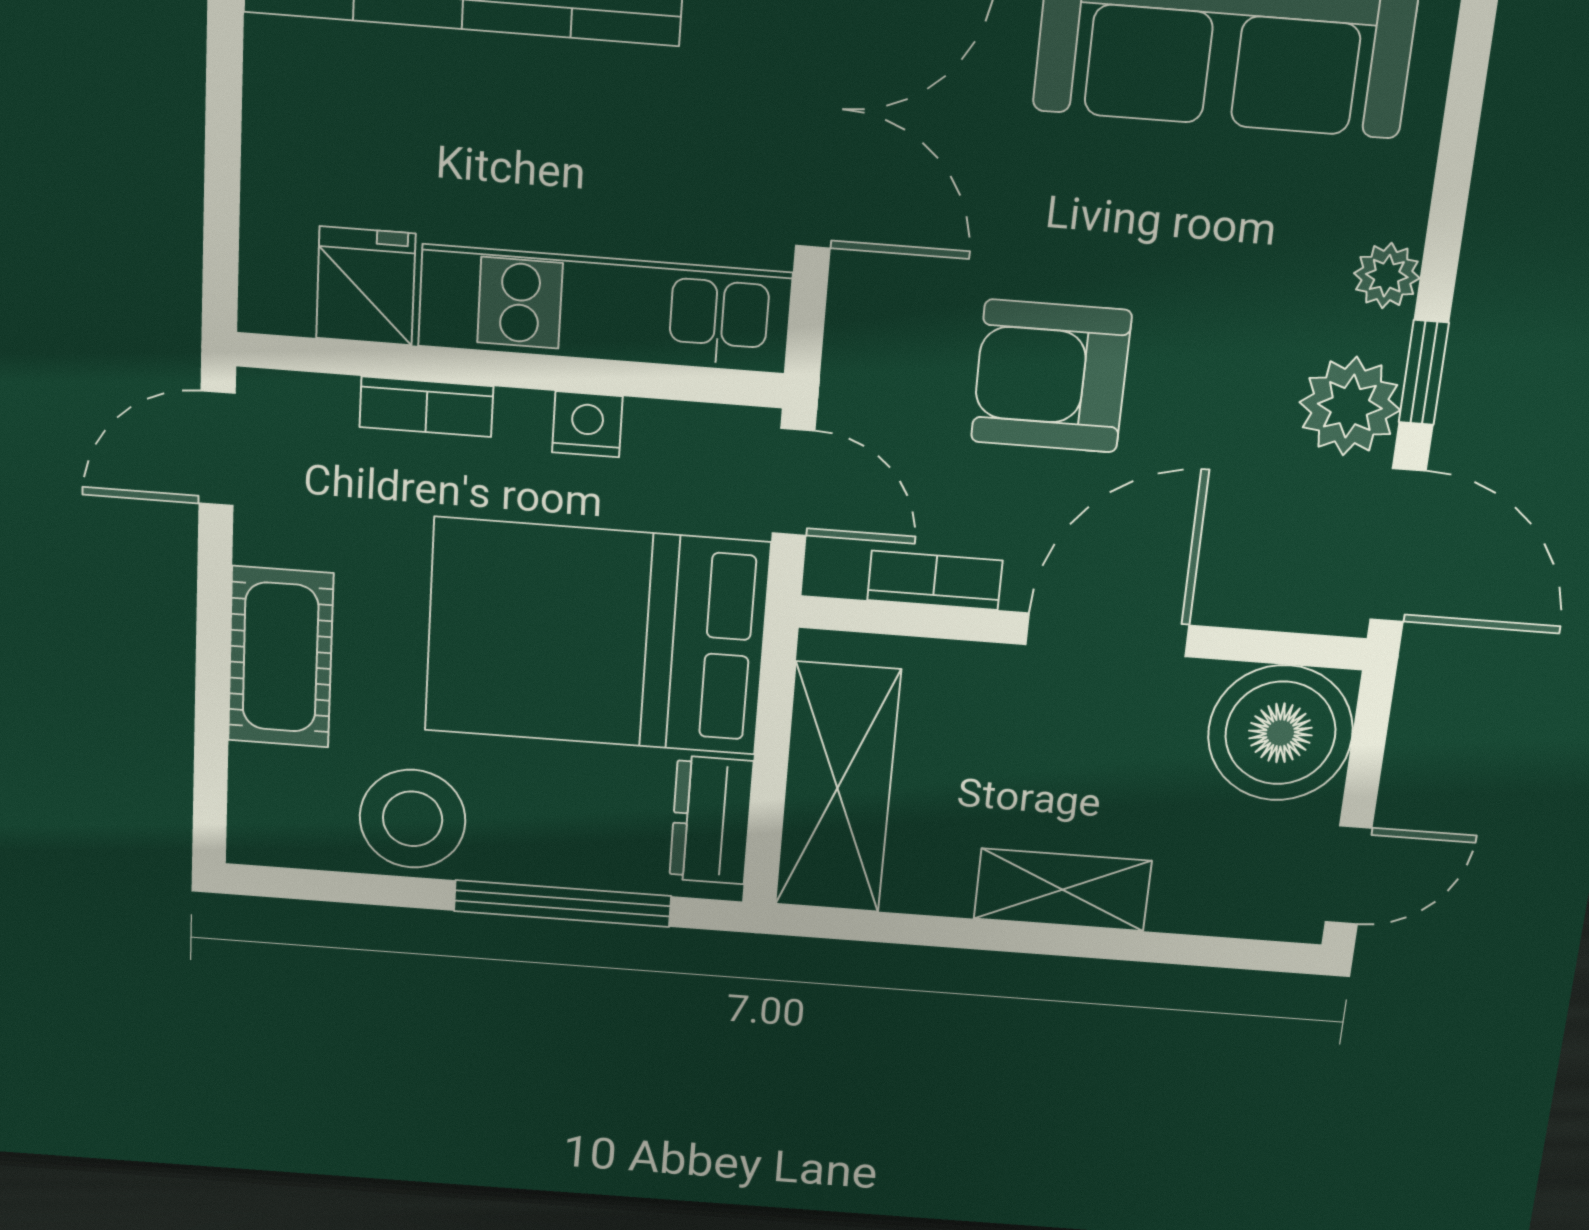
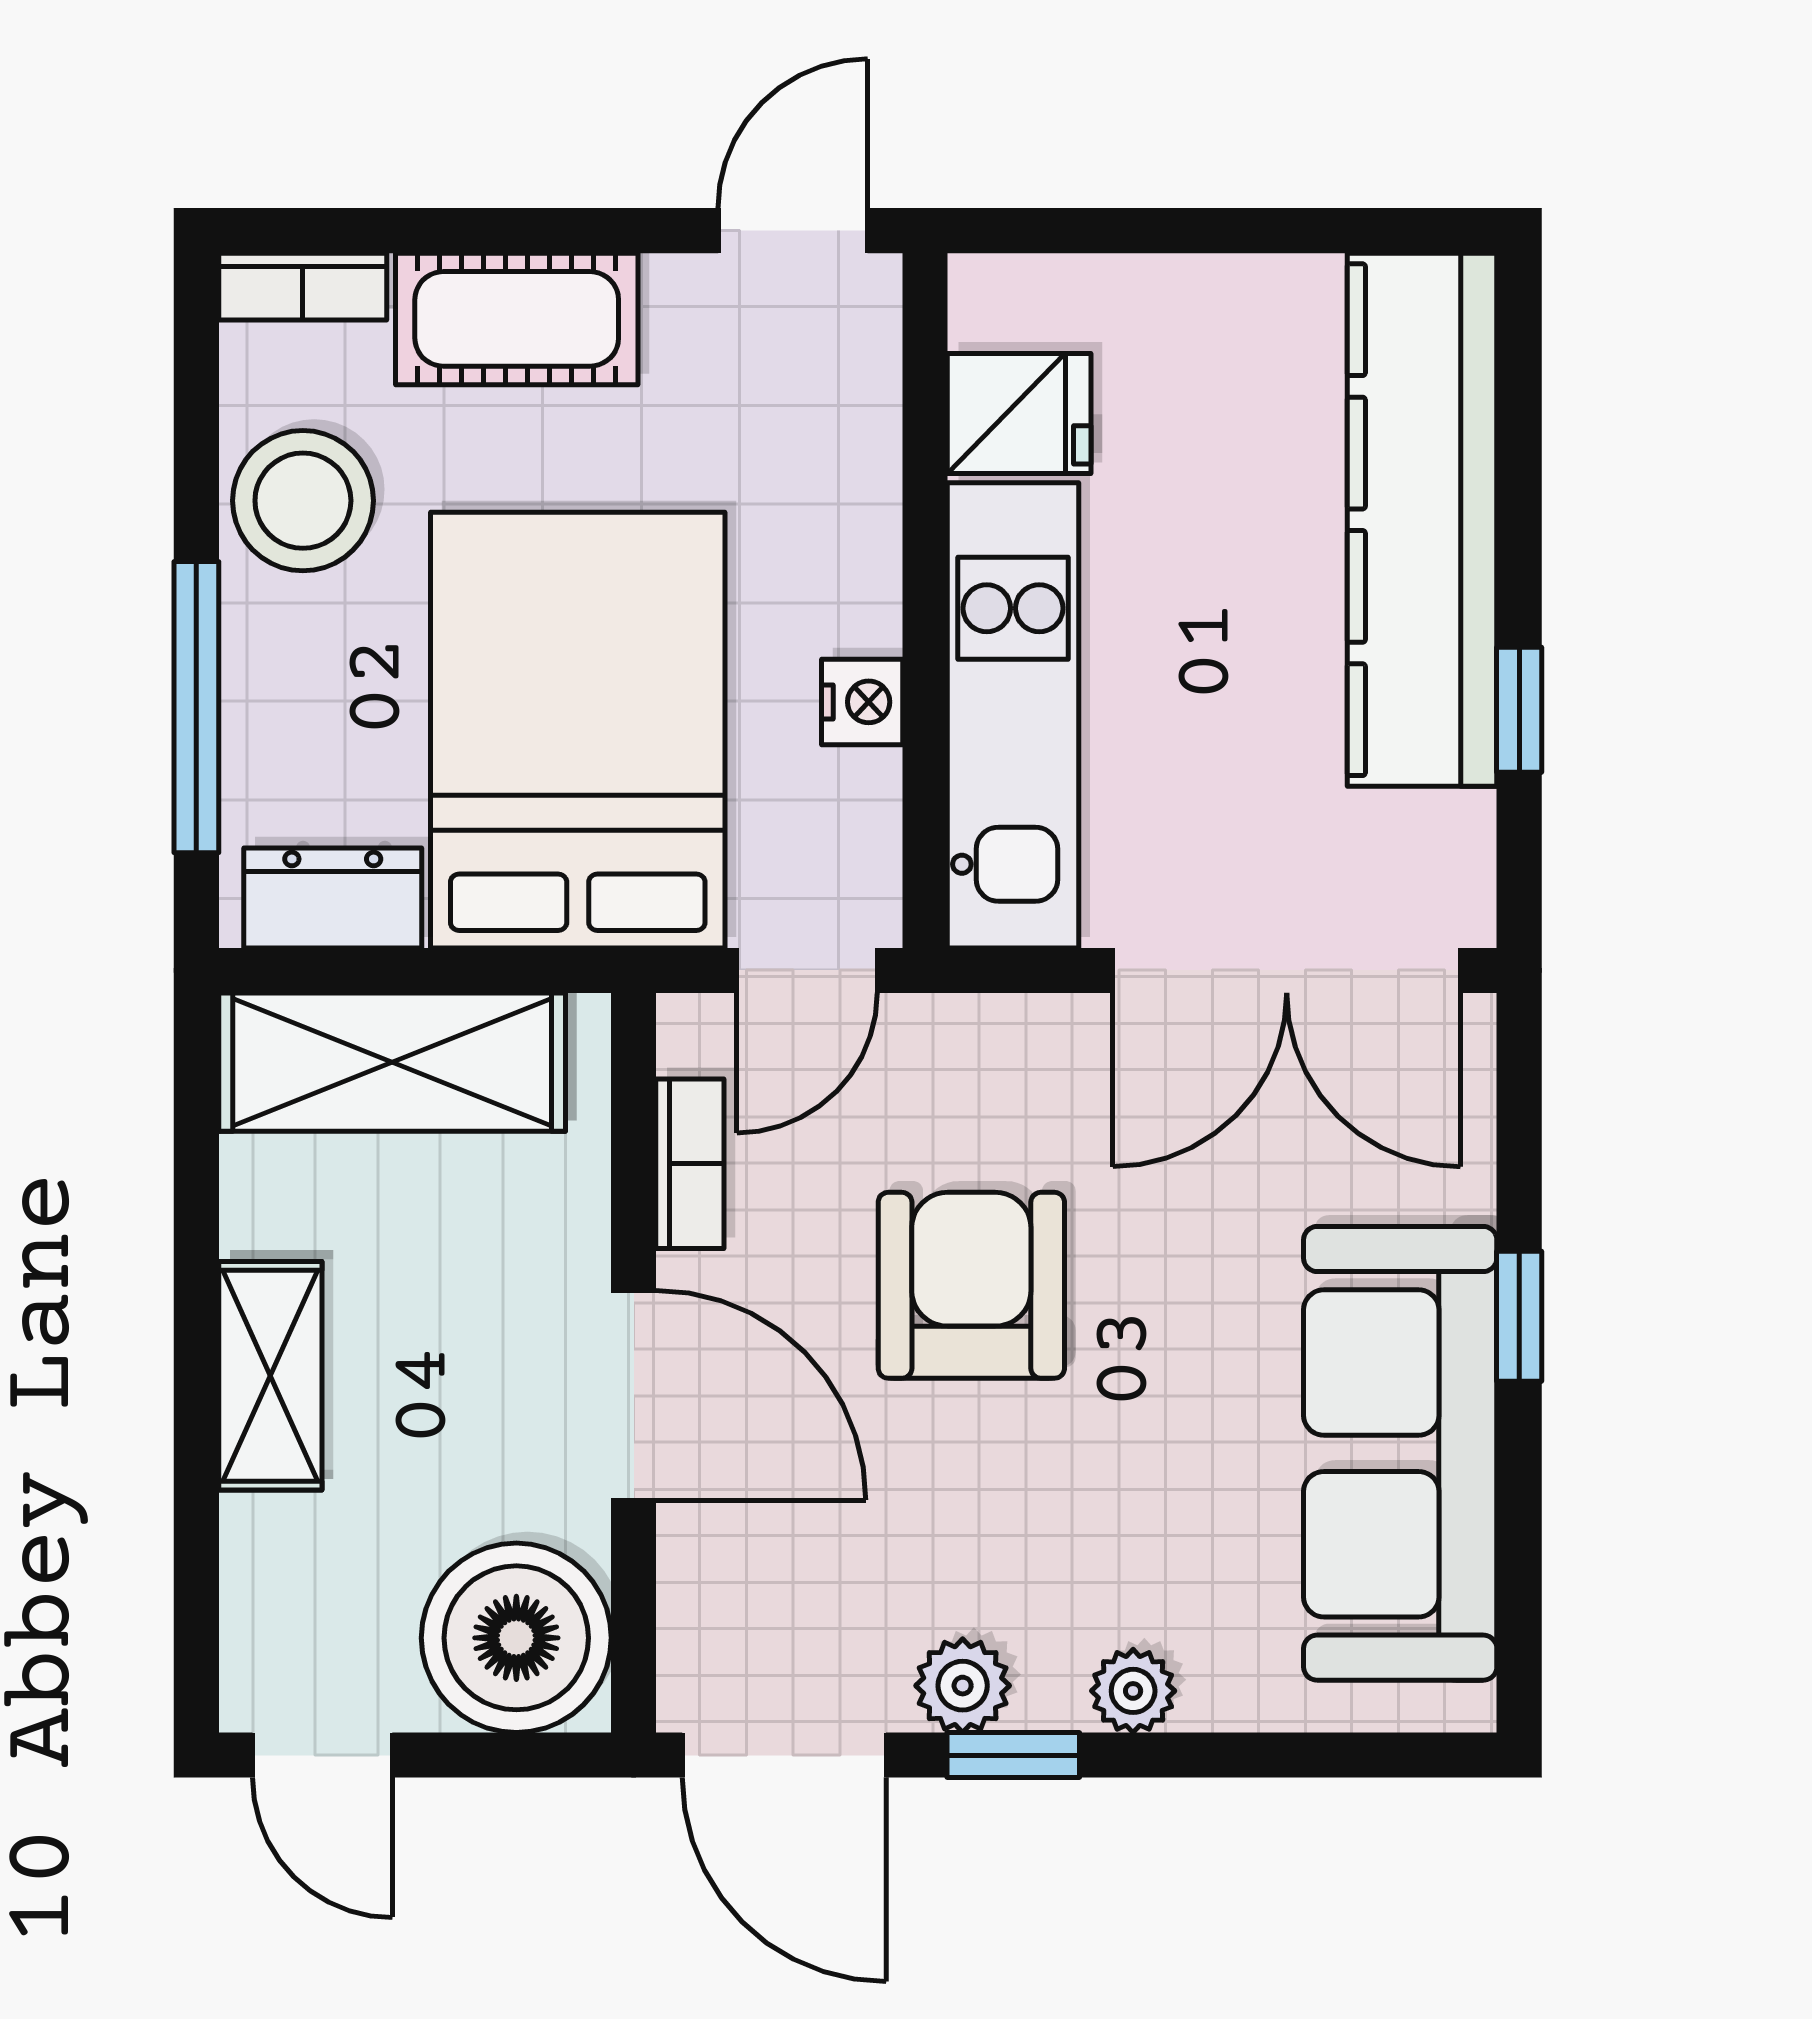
plant: (1350, 406) -> (963, 1686), width x0.73, depth x0.73
bookcase: (426, 407) -> (303, 287), moved, turned -90
door: (217, 449) -> (793, 231), hinge flipped
door: (1398, 546) -> (784, 1755), hinge flipped

